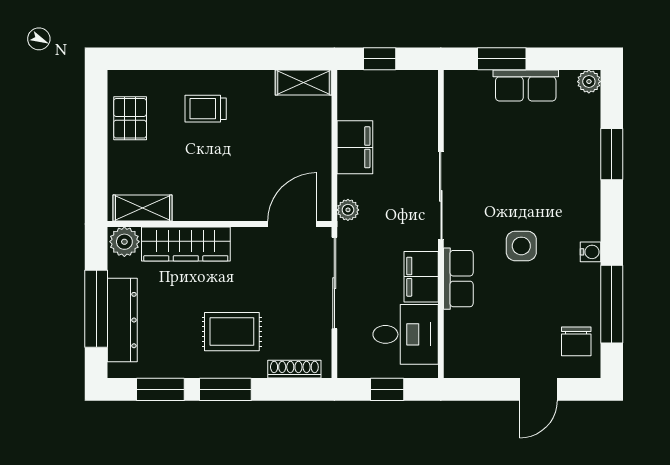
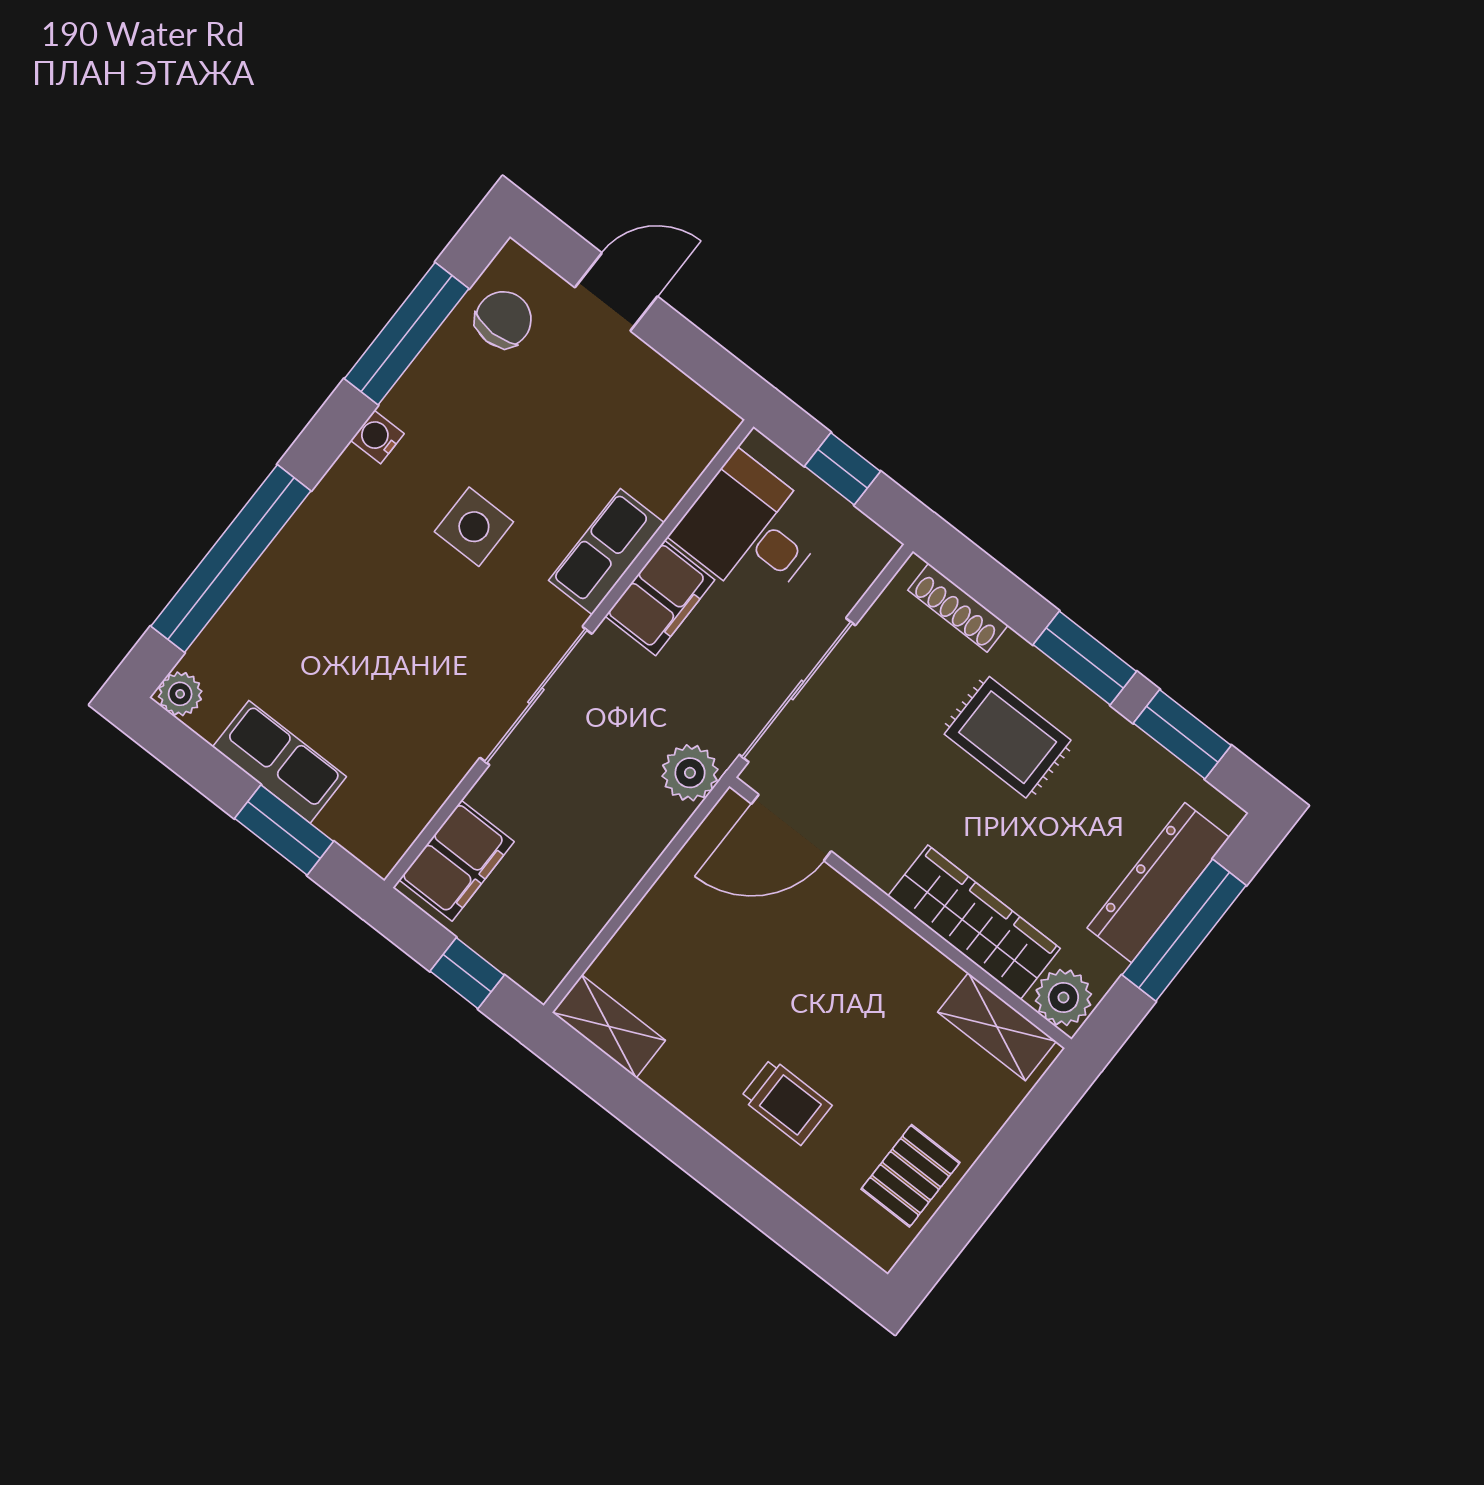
filing cabinet: (355, 147) -> (457, 861), moved, turned 180
window: (612, 154) -> (231, 558), width x2.11
plant: (348, 210) -> (690, 773), width x1.38, depth x1.38

